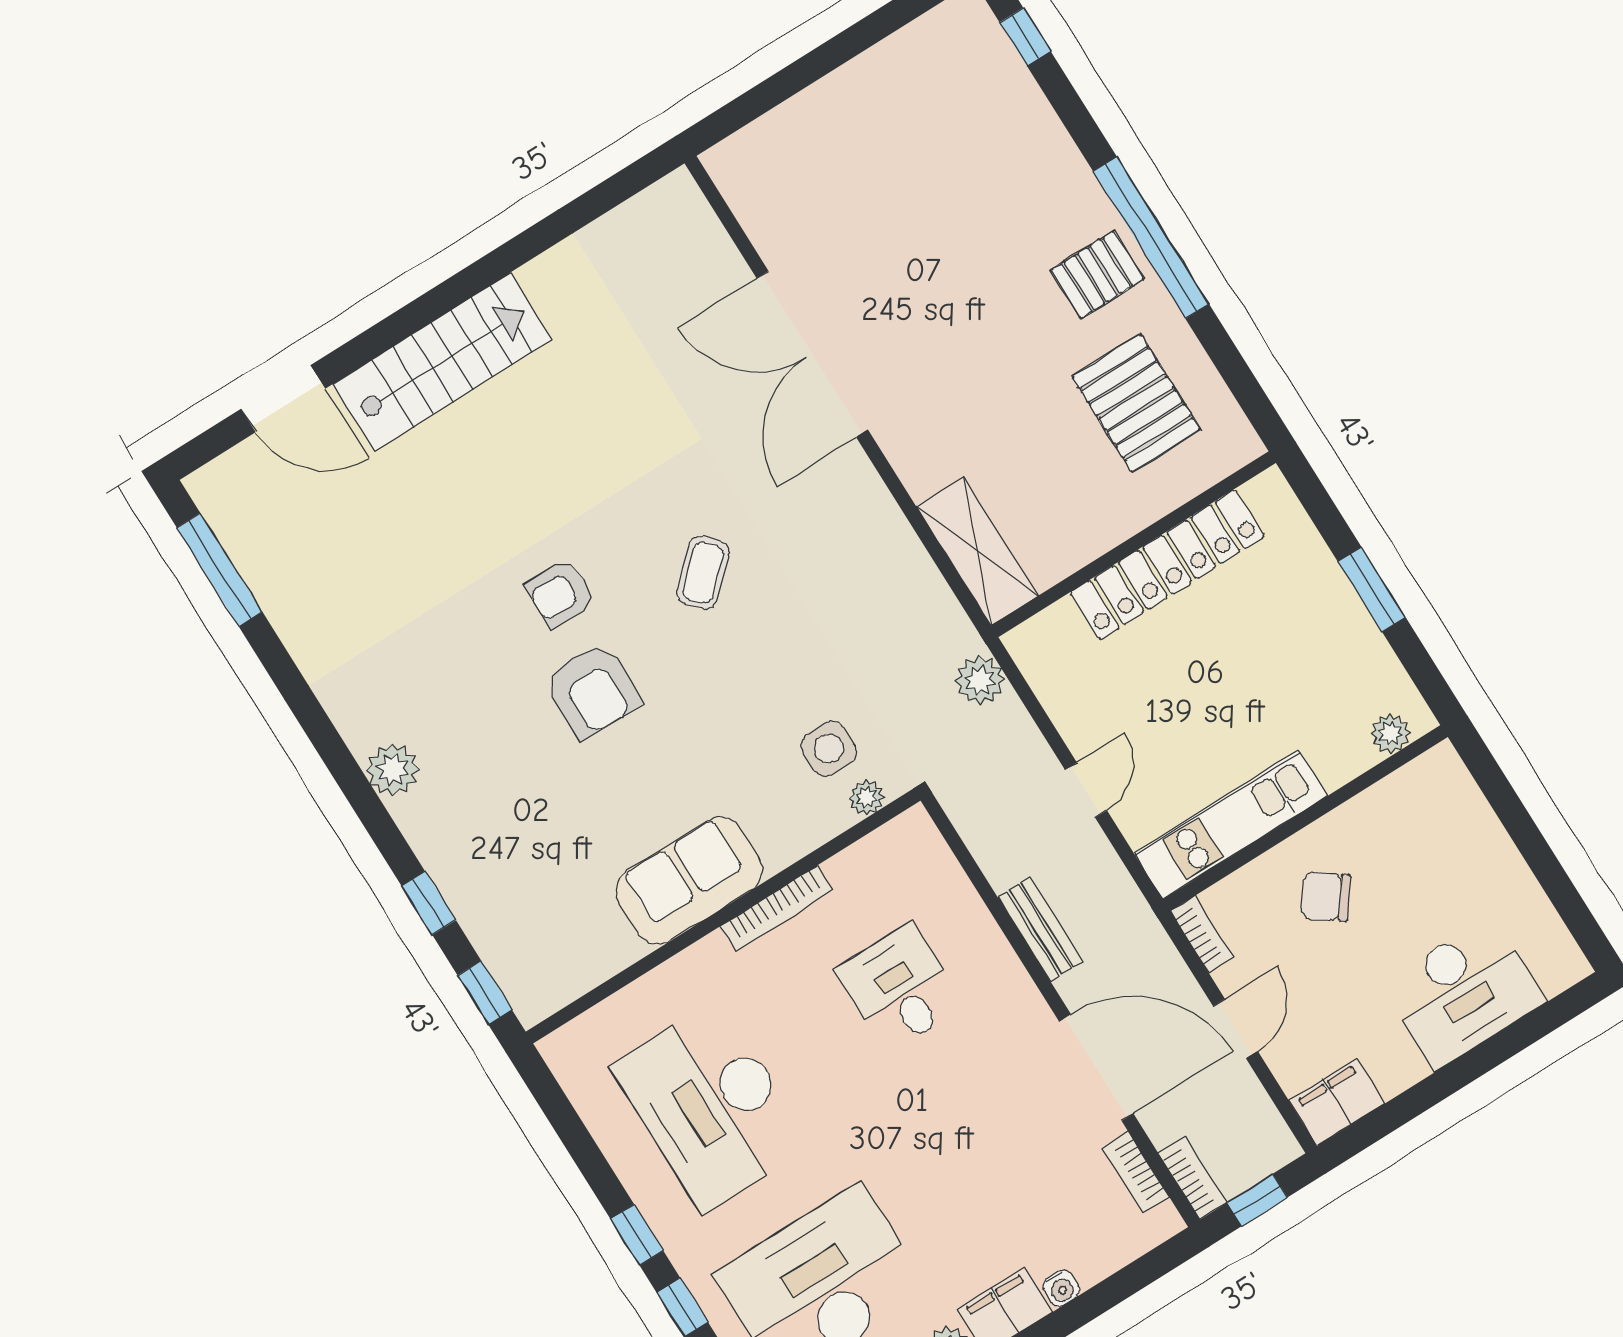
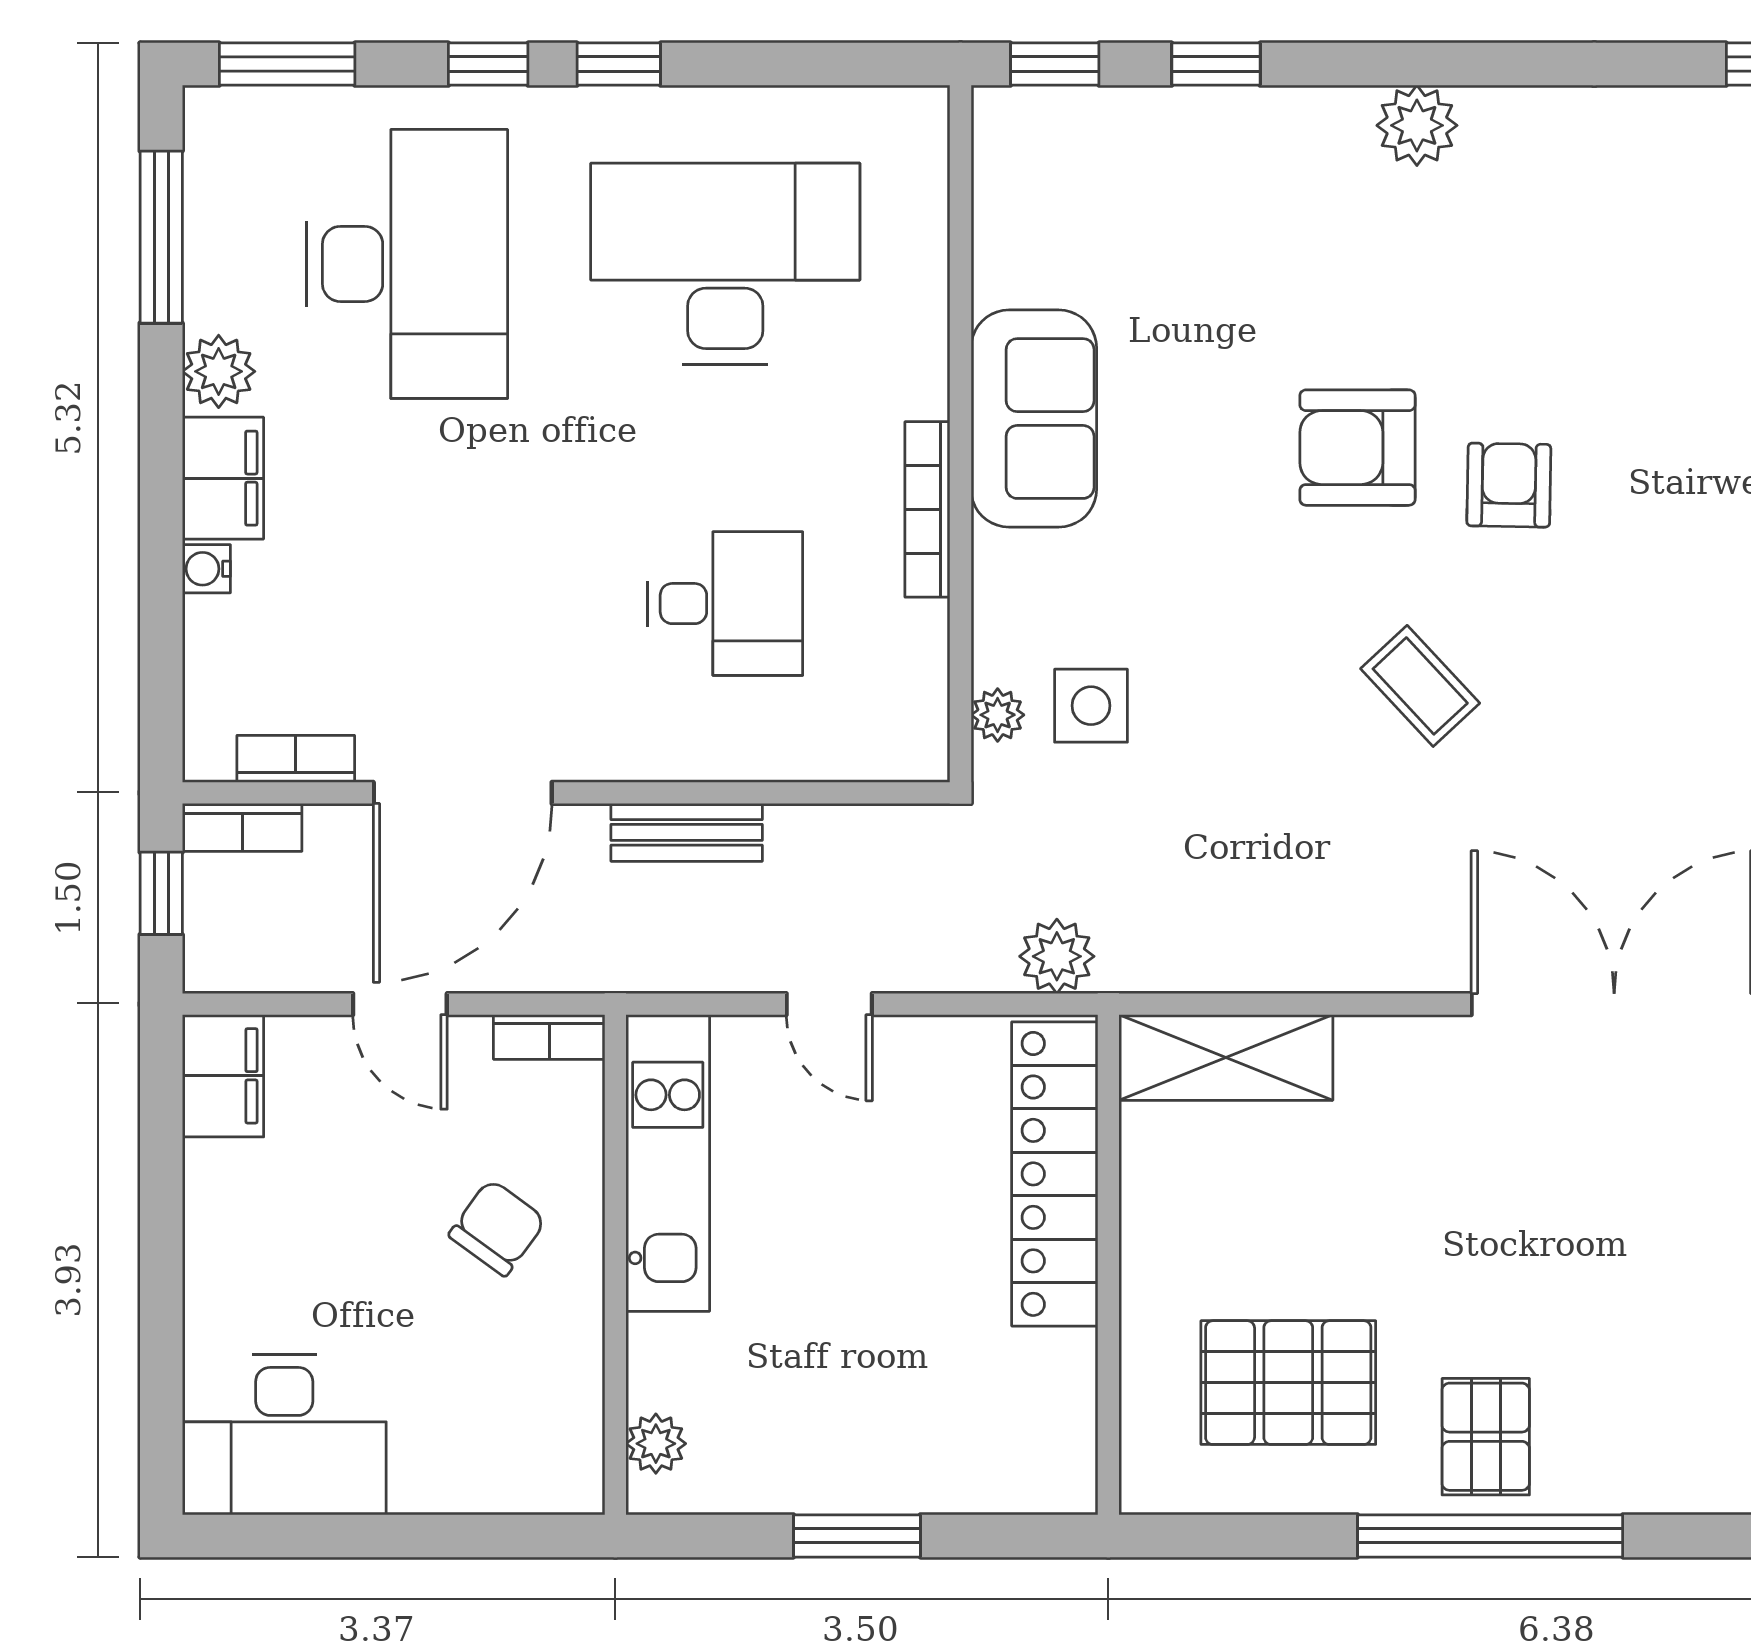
locker: (1167, 565) -> (1055, 1174), moved
desk: (1463, 992) -> (284, 1435), moved, turned -90

